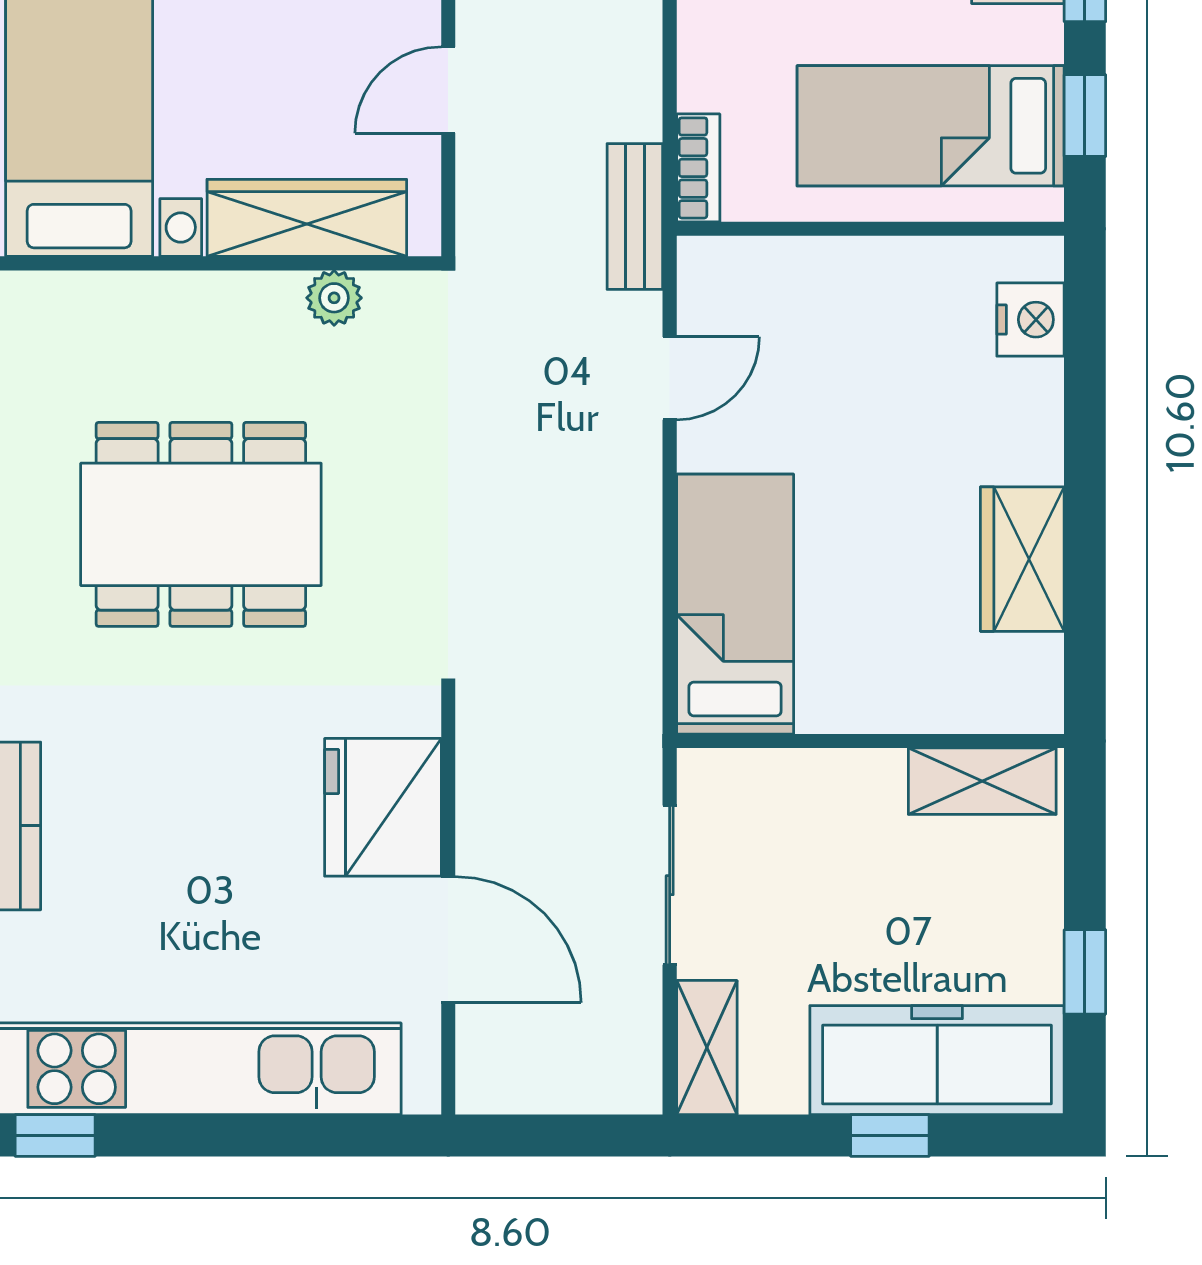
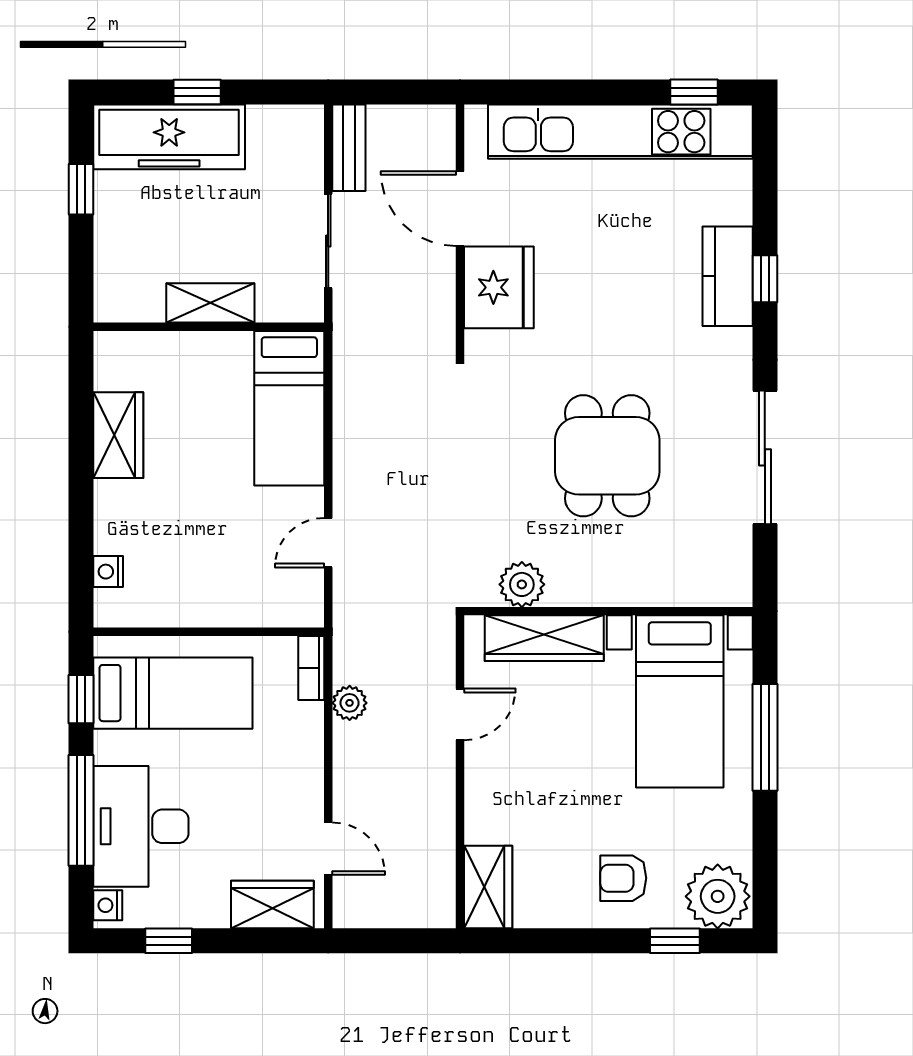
plant: (634, 109) -> (350, 703), added
bench: (635, 217) -> (349, 148), moved
plant: (334, 298) -> (522, 584), width x1.38, depth x1.38
nightstand: (1031, 320) -> (108, 572), width x0.72, depth x0.74
dining table: (201, 524) -> (607, 456), width x0.73
shelving: (982, 781) -> (210, 303), moved
shelving: (707, 1048) -> (306, 144), removed

